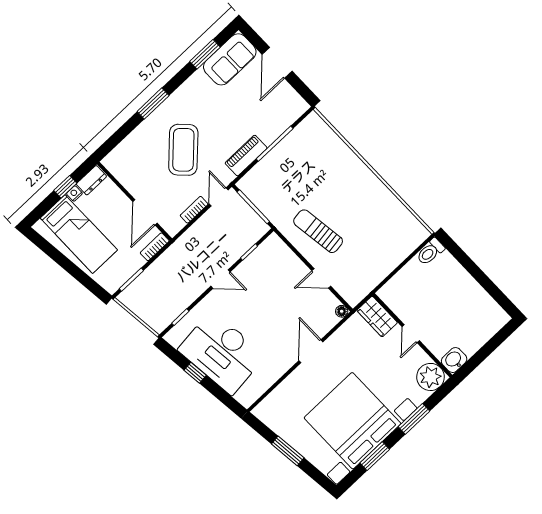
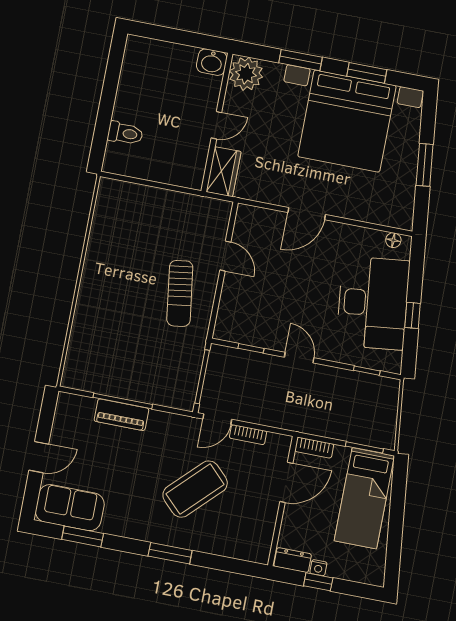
door: (277, 63) -> (39, 457), width x0.73
piano: (246, 156) -> (121, 415), moved
bed: (79, 234) -> (364, 498), moved, turned 180
toilet: (430, 252) -> (125, 133), moved
floor lamp: (342, 311) -> (393, 240), moved

